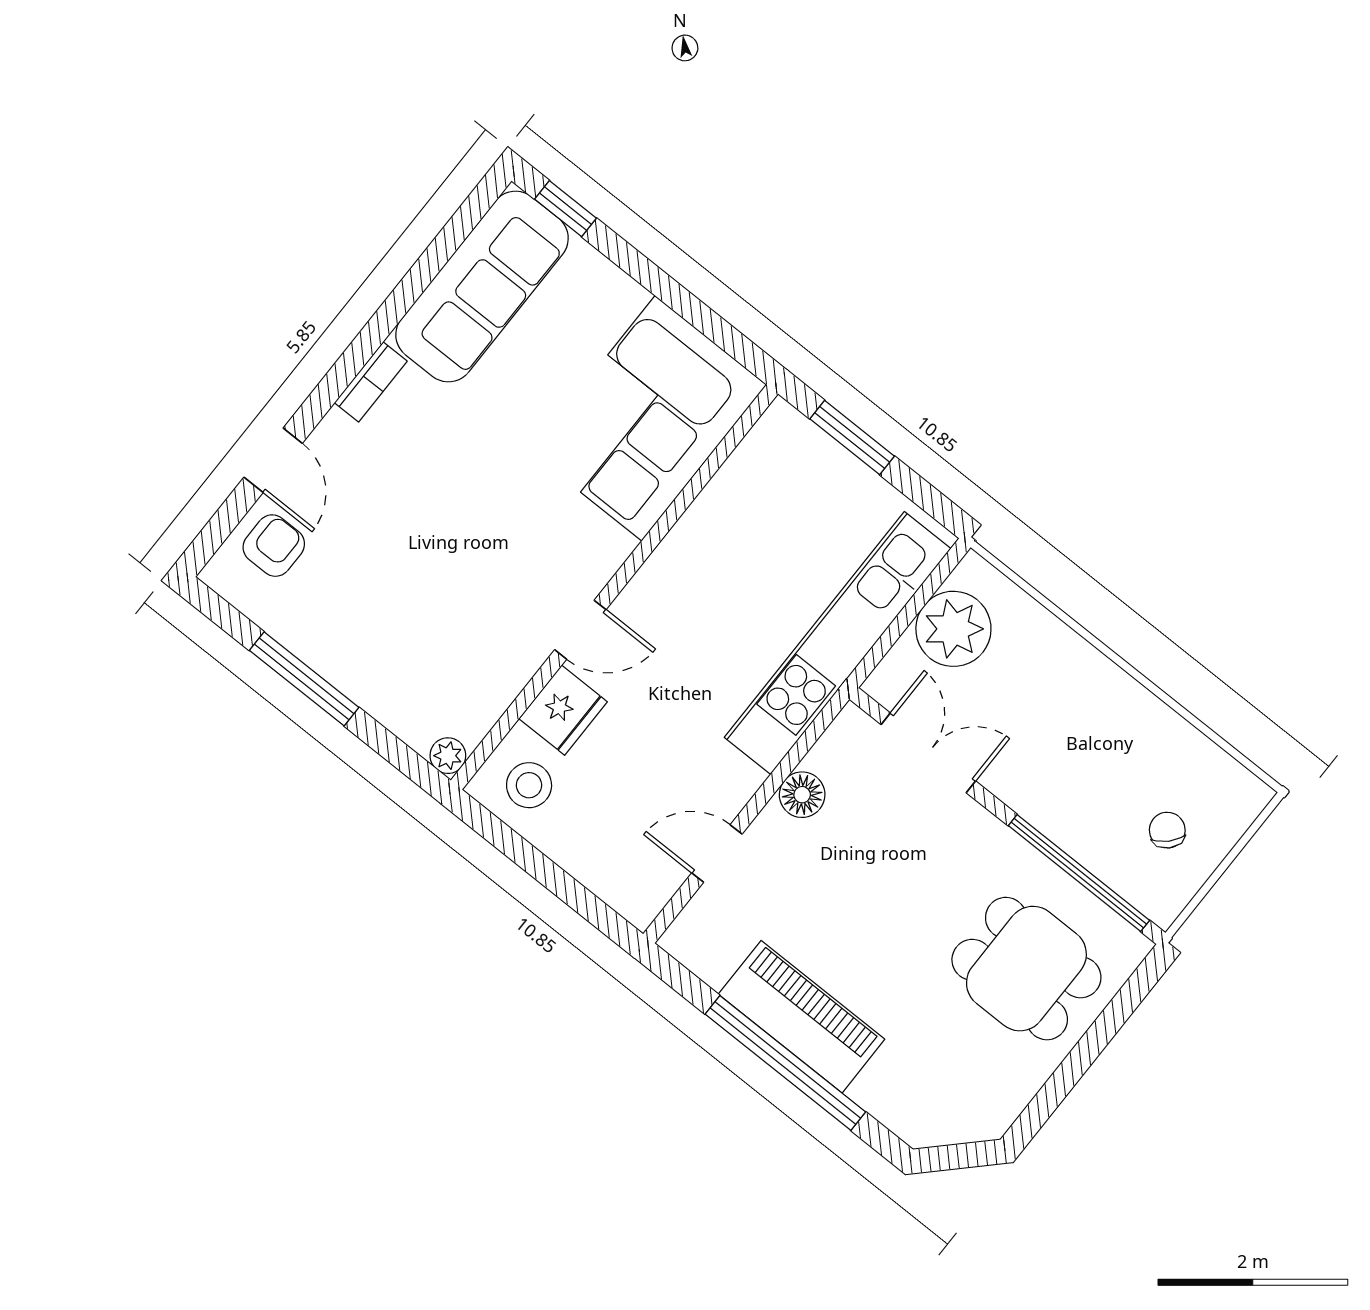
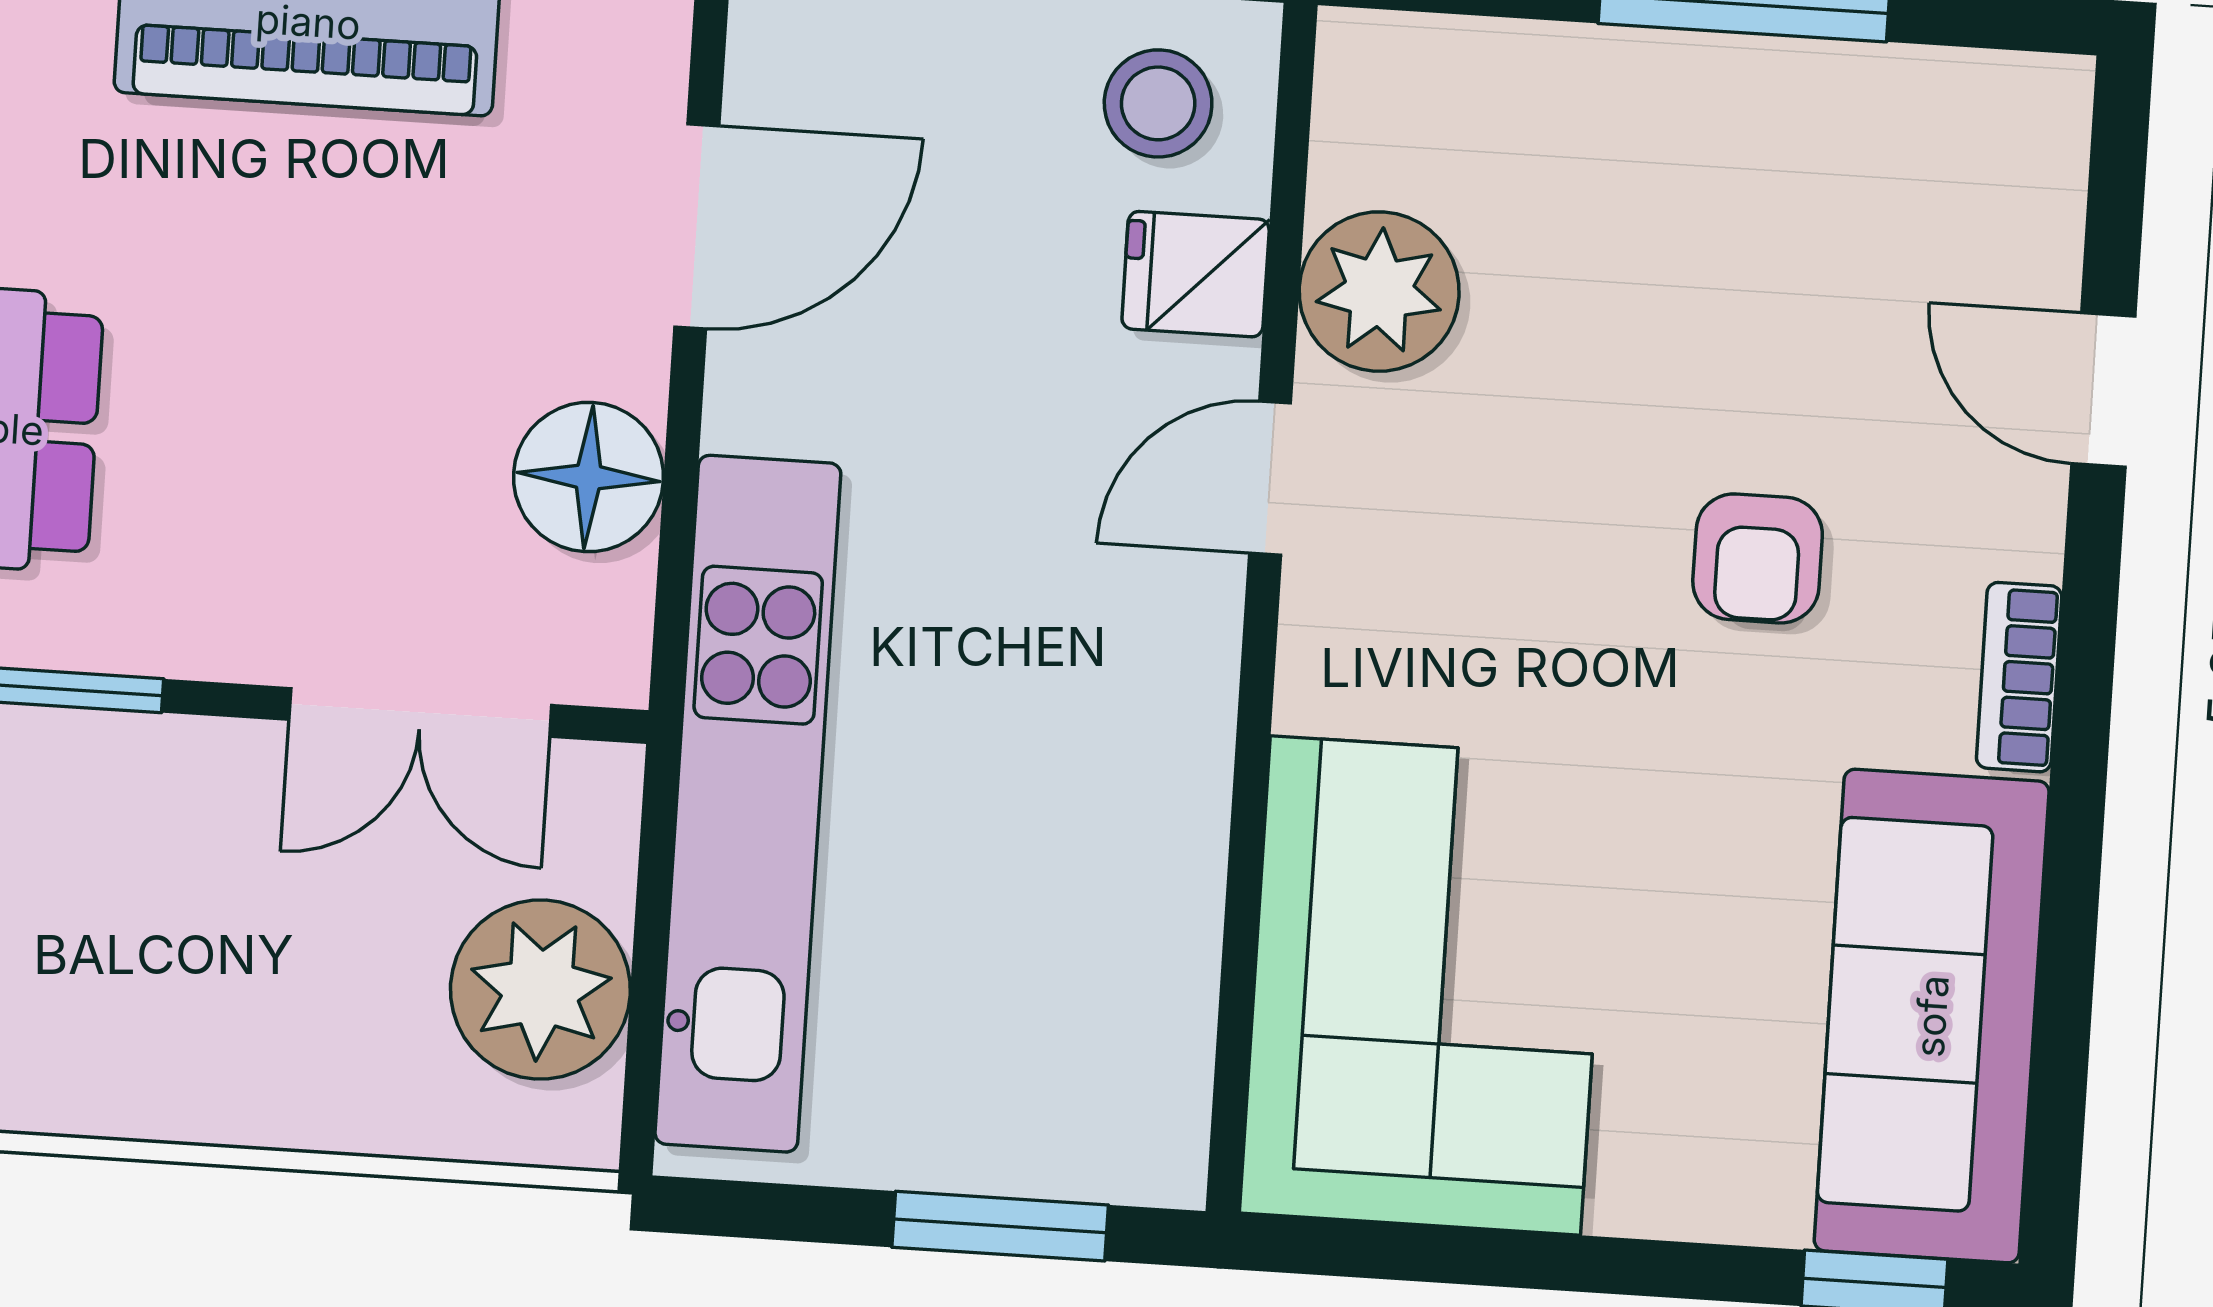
armchair: (274, 546) -> (1758, 558), moved
fridge: (563, 710) -> (1196, 274), width x0.72
plant: (448, 756) -> (1379, 292), moved, width x1.88, depth x1.88
floor lamp: (802, 795) -> (589, 477), width x1.38, depth x1.38
door: (717, 854) -> (697, 226), width x1.38

